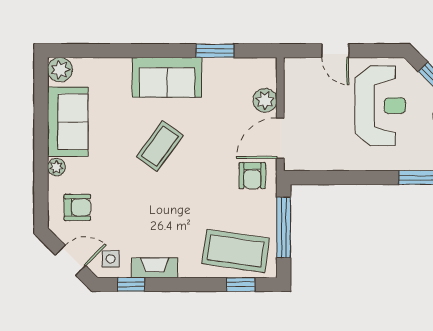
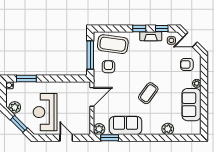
window: (215, 51) -> (110, 138), moved
plant: (60, 70) -> (168, 129), moved
sofa: (167, 77) -> (126, 125), moved
plant: (265, 100) -> (99, 129), moved
armchair: (252, 176) -> (108, 67), moved
window: (241, 284) -> (139, 28), moved

